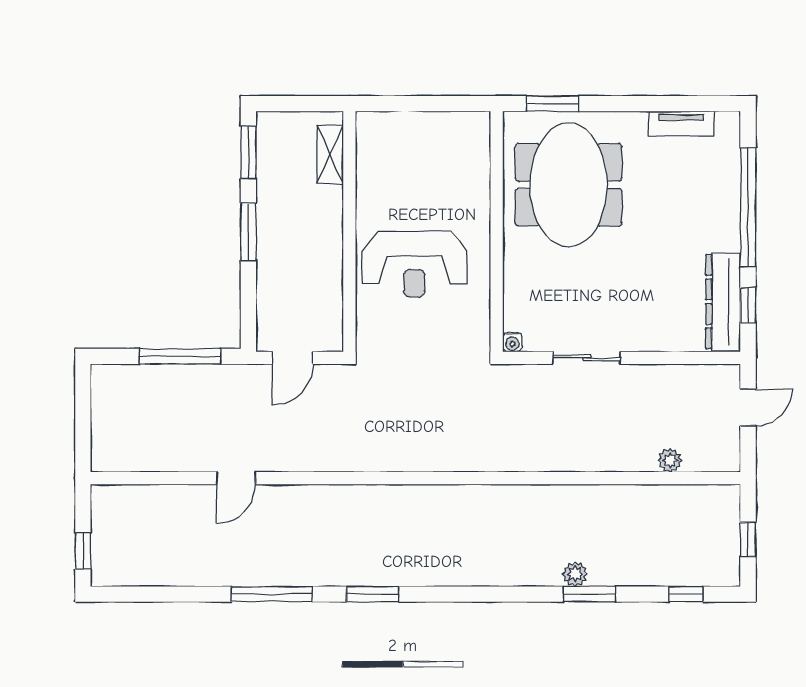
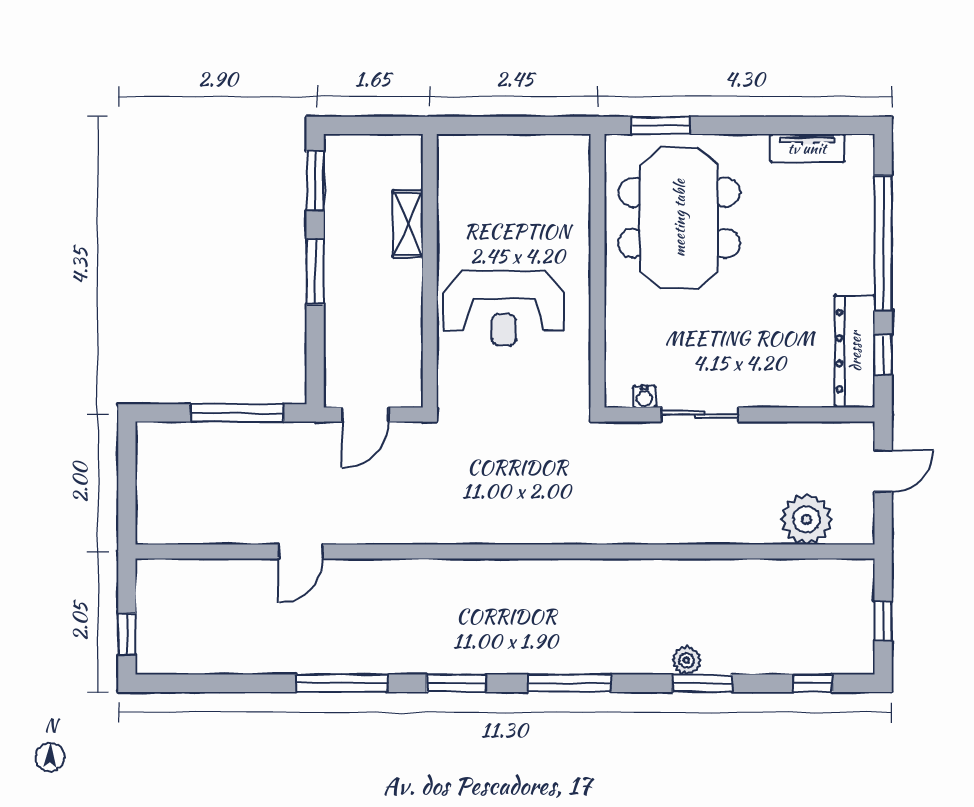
shelving: (330, 154) -> (408, 224), moved
water cooler: (512, 342) -> (644, 397), moved
plant: (670, 460) -> (806, 519), width x1.87, depth x1.87
window: (472, 594) -> (569, 683), added

